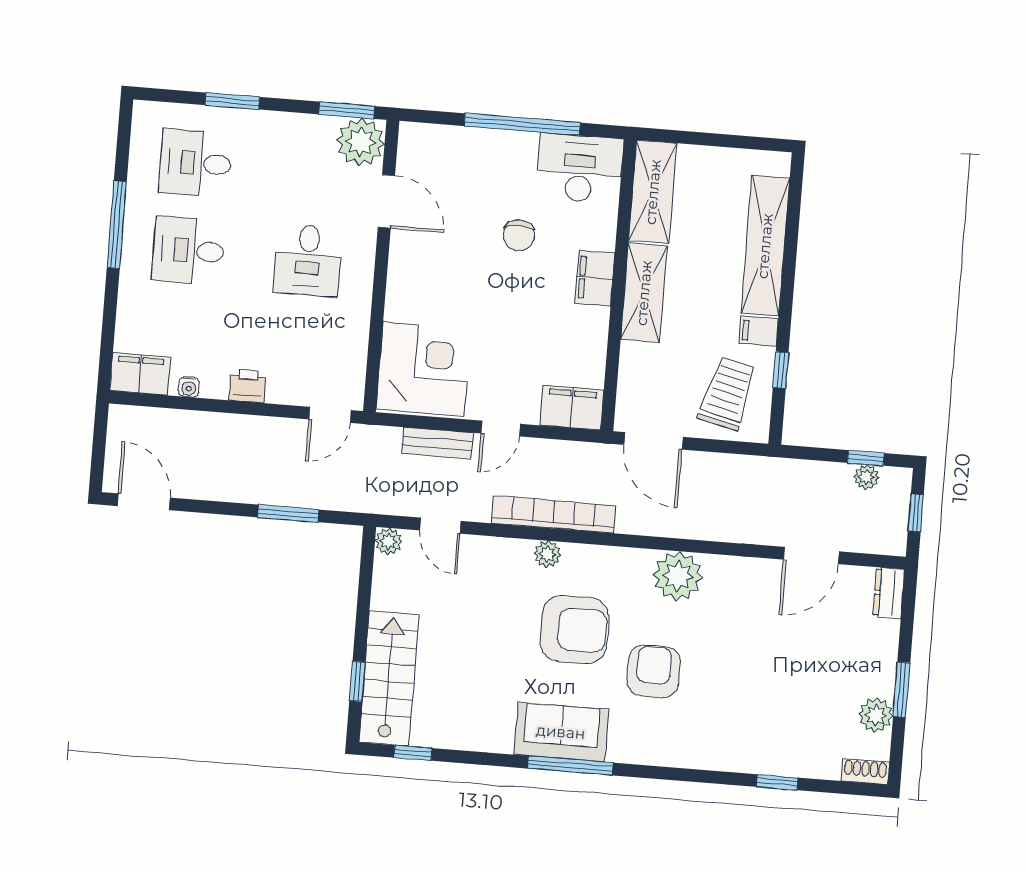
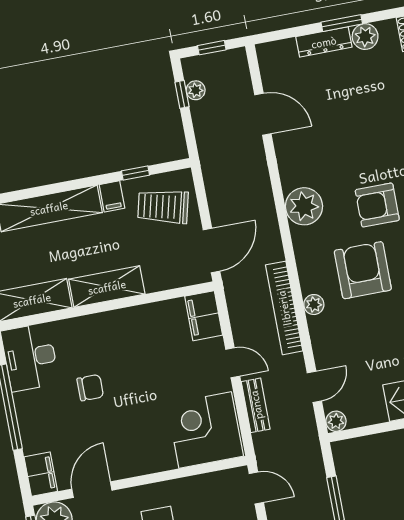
filing cabinet: (595, 278) -> (41, 474), moved, turned -90
dresser: (889, 593) -> (324, 42), moved, width x1.44

